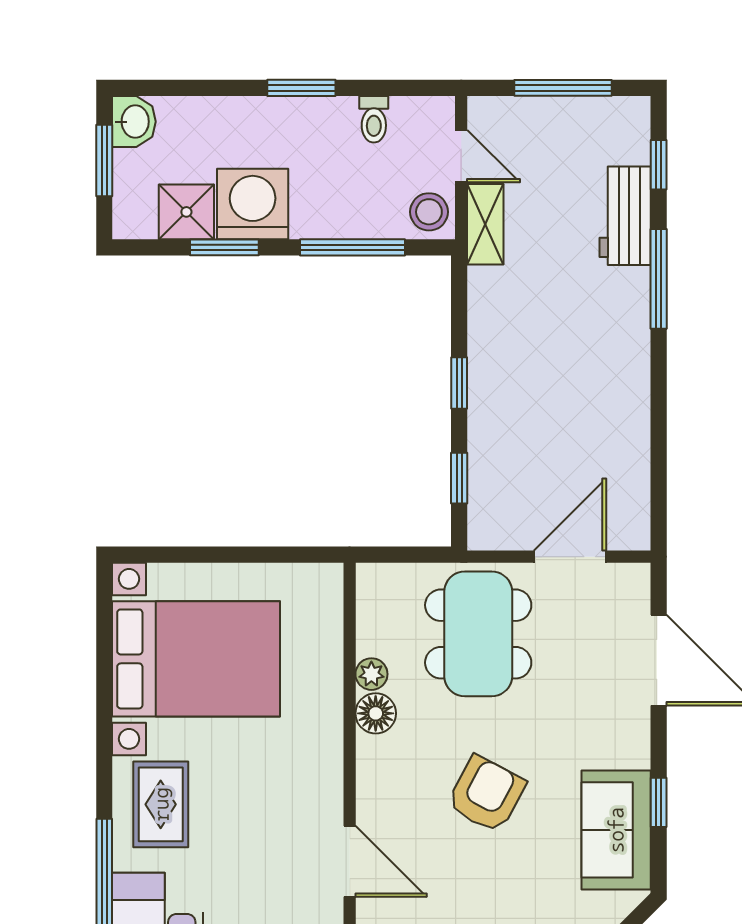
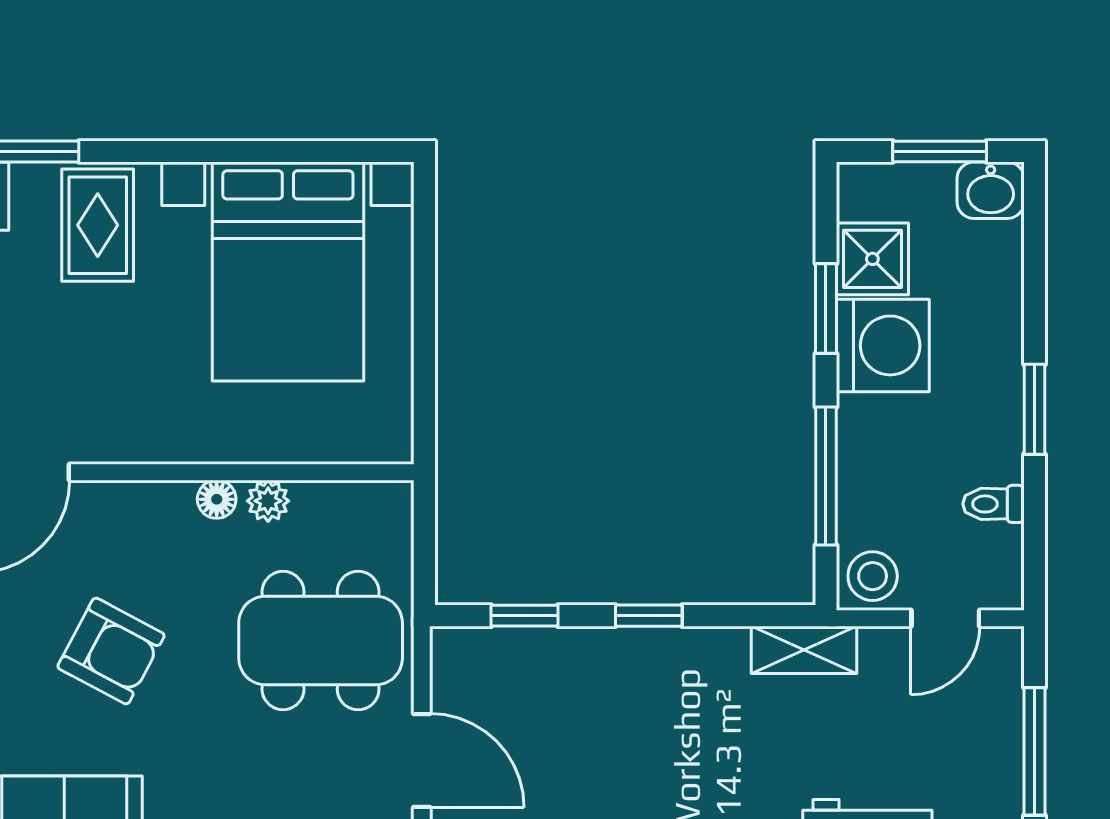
shelving: (485, 224) -> (804, 650), moved
floor lamp: (376, 713) -> (217, 499), width x0.73, depth x0.73
rug: (161, 804) -> (98, 225), turned 90

